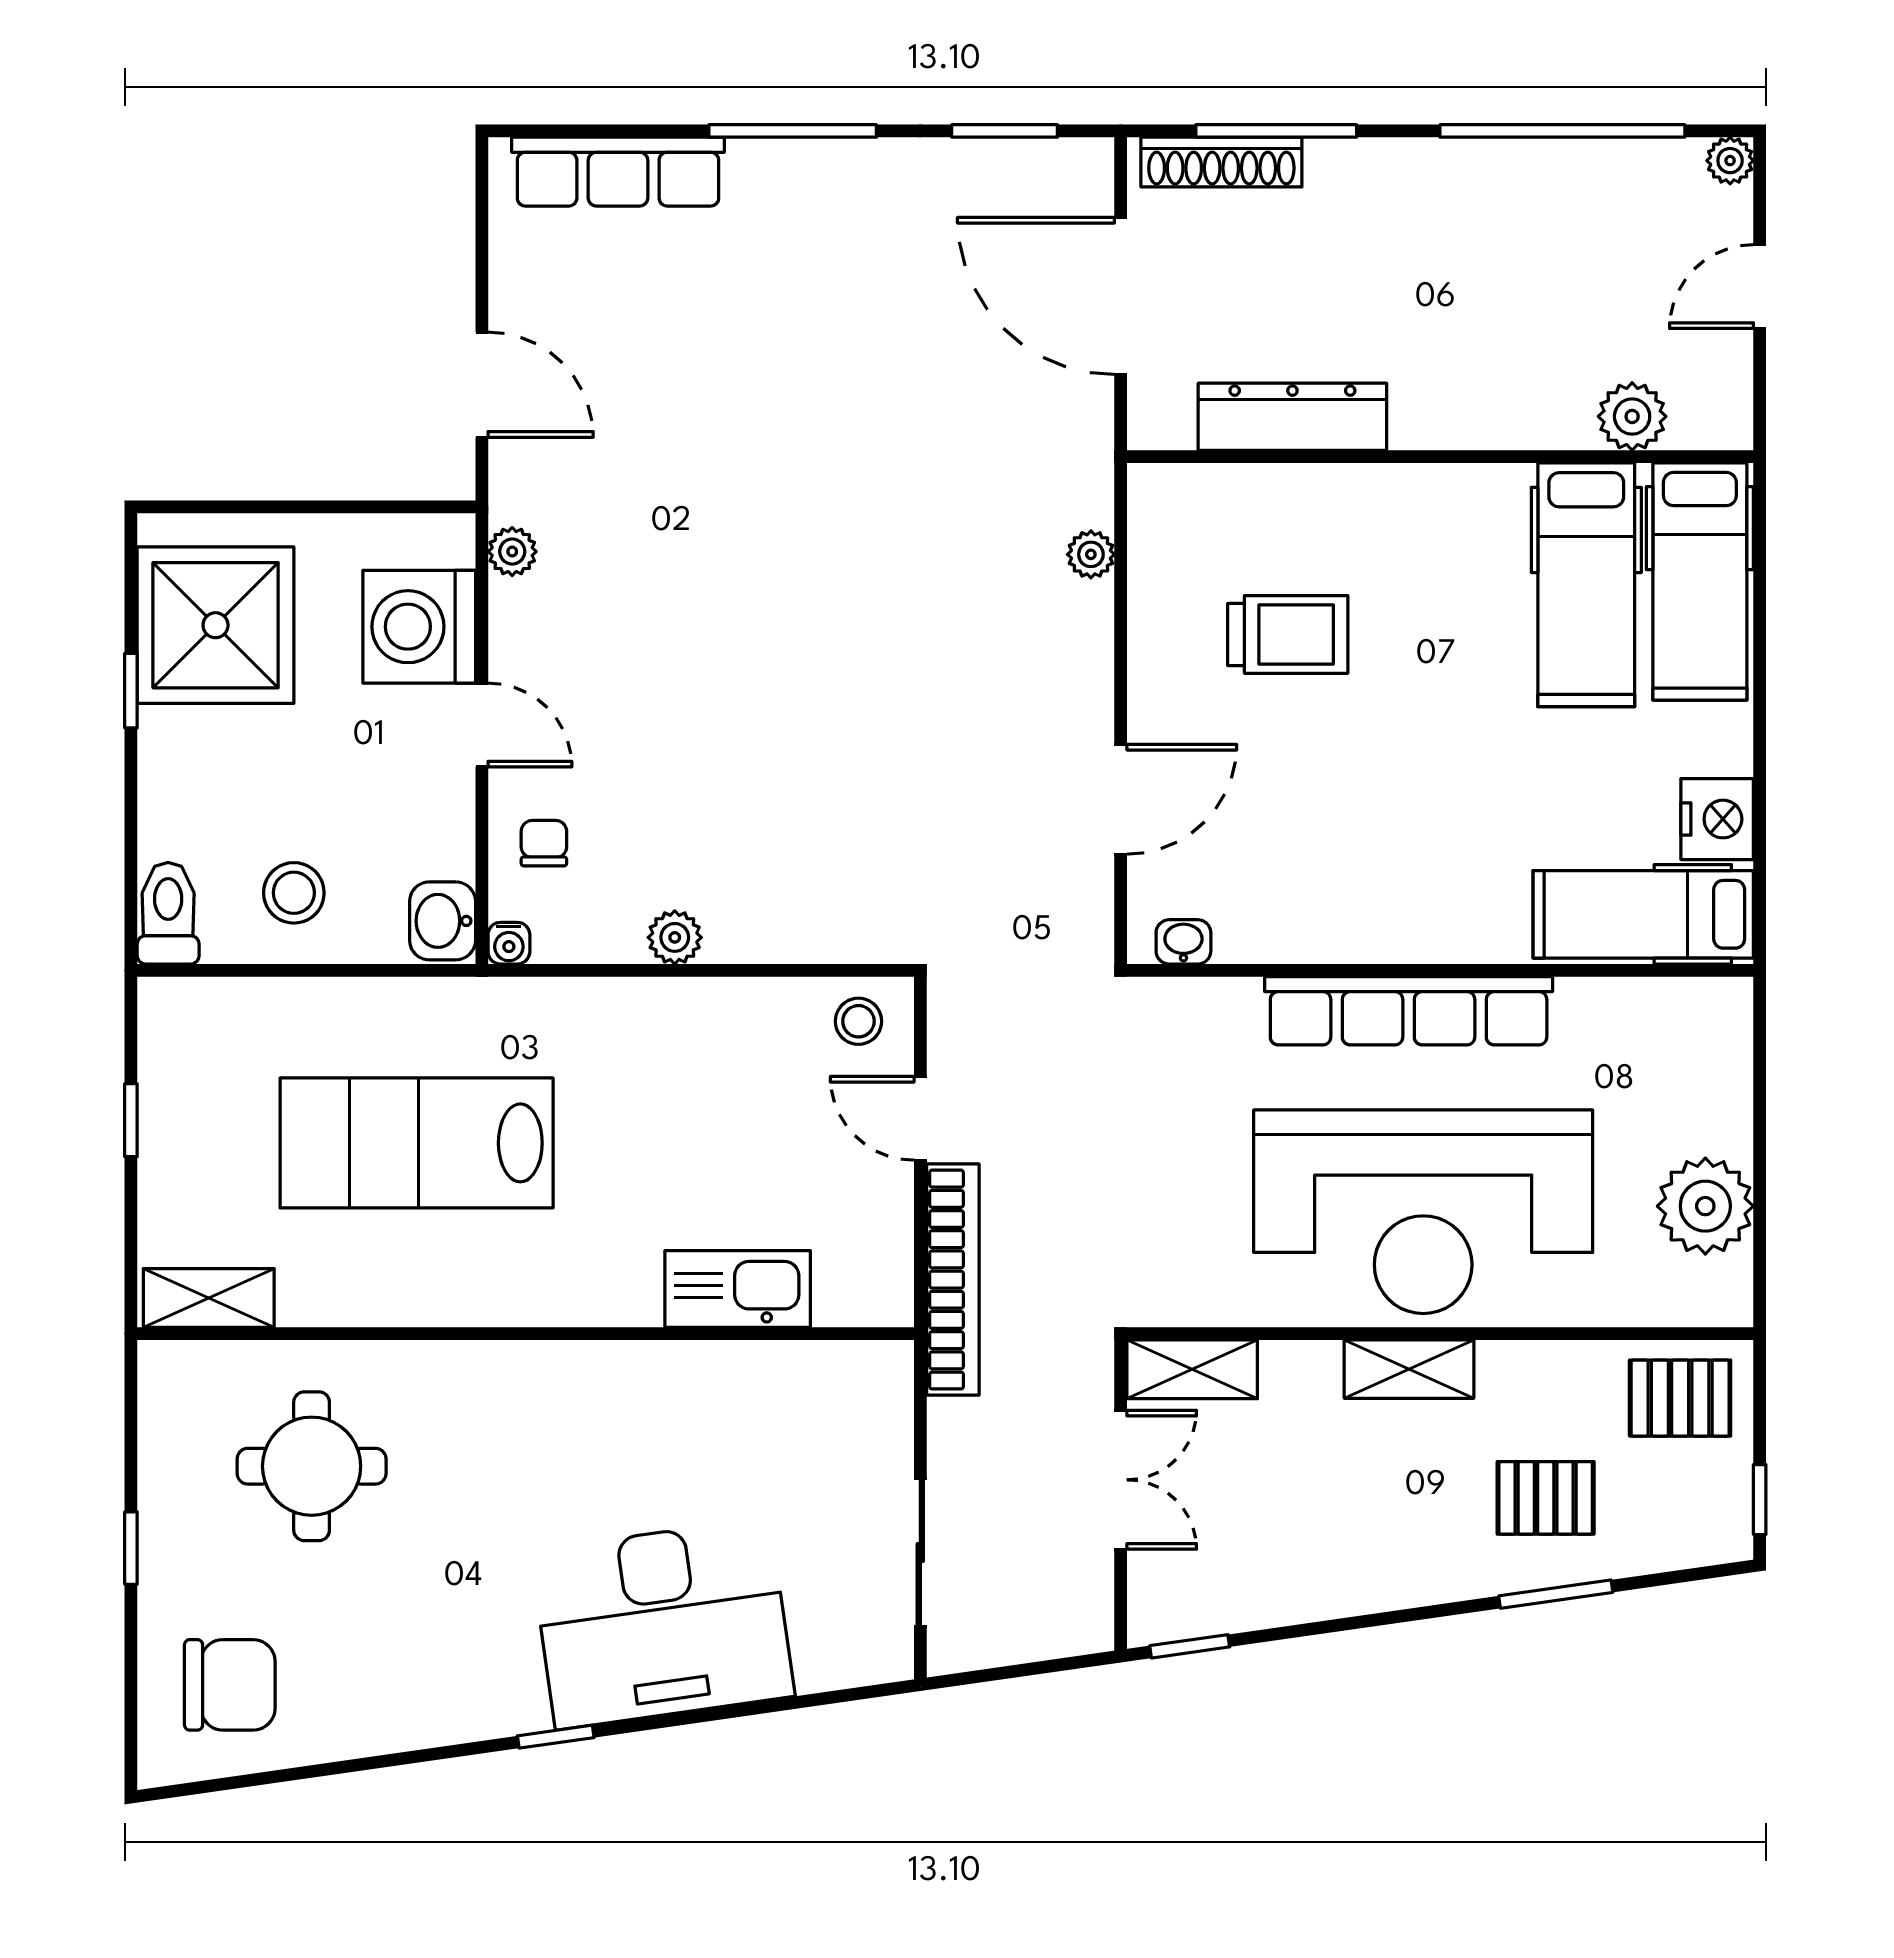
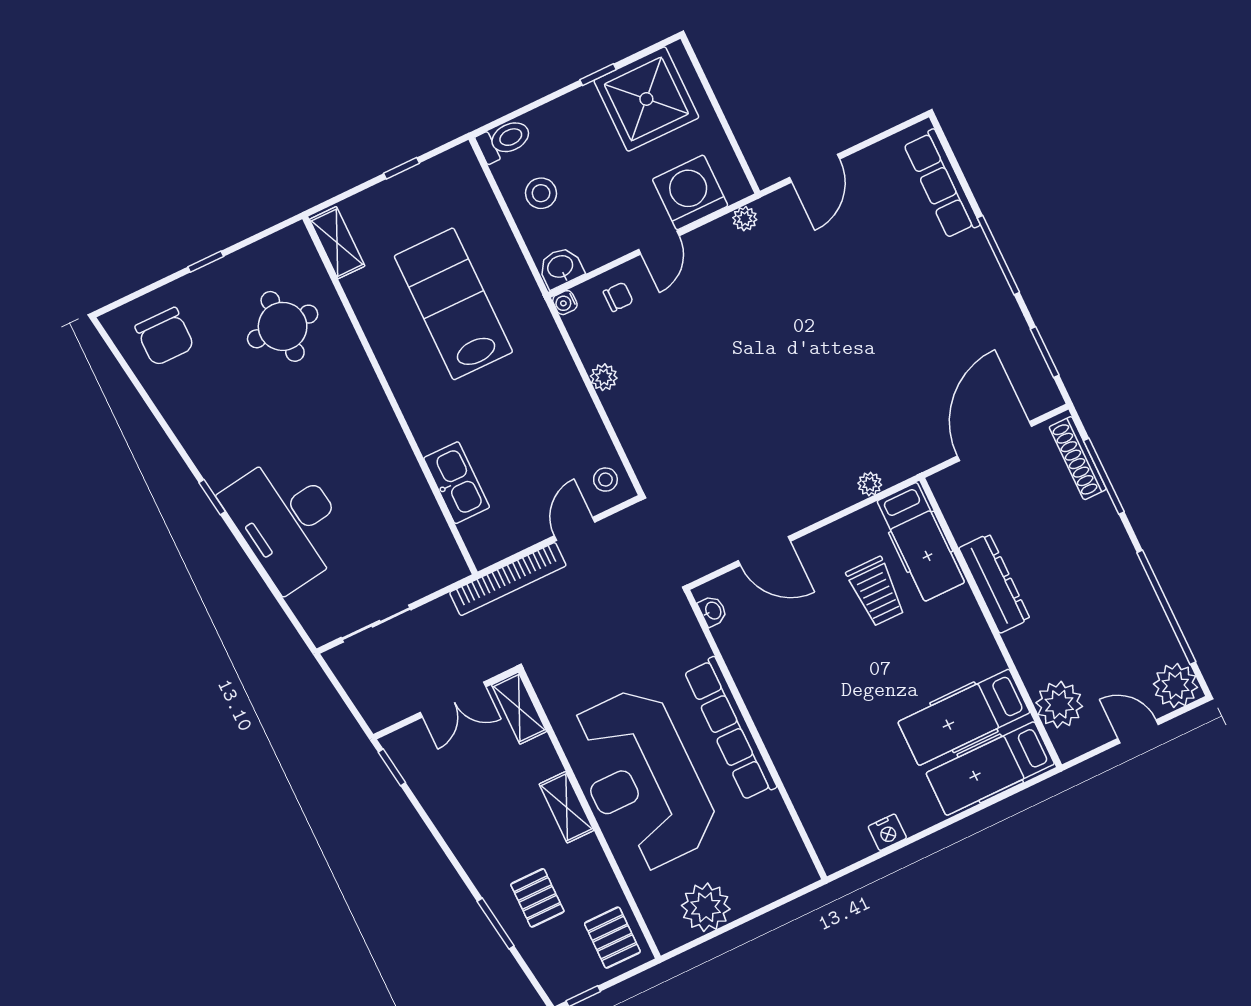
plant: (1730, 161) -> (1176, 686), width x1.88, depth x1.88
plant: (1632, 416) -> (1059, 704), width x1.36, depth x1.36
dresser: (1292, 417) -> (994, 583), moved
nightstand: (1717, 819) -> (887, 832), width x0.74, depth x0.75
hospital bed: (1643, 914) -> (921, 542), moved, turned 180

